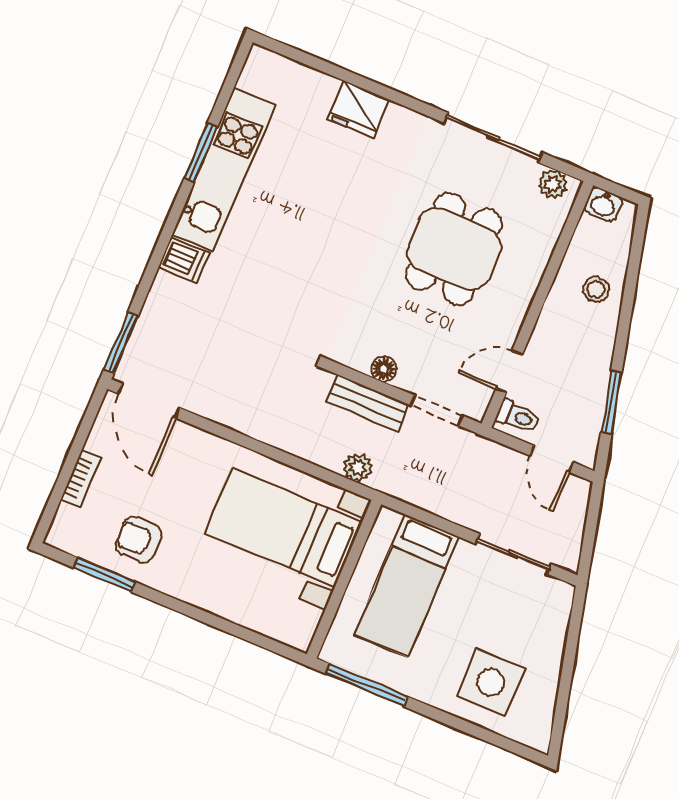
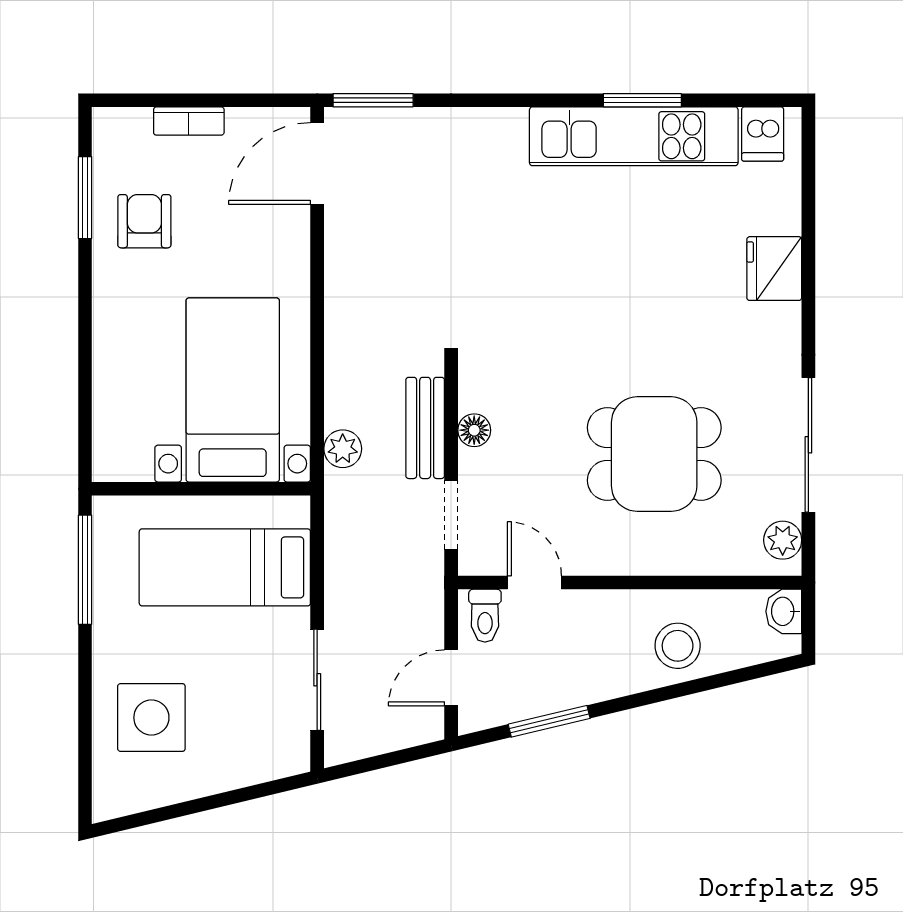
dishwasher: (184, 260) -> (763, 134), moved
stool: (596, 290) -> (678, 646), width x1.37, depth x1.37

